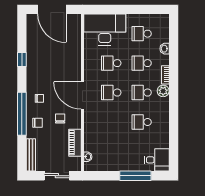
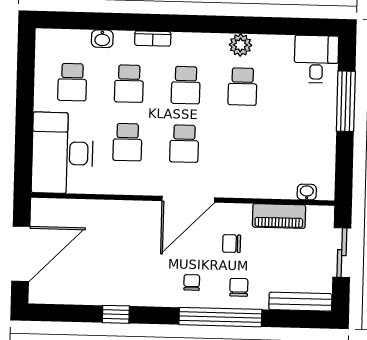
plant: (163, 91) -> (240, 45), moved

